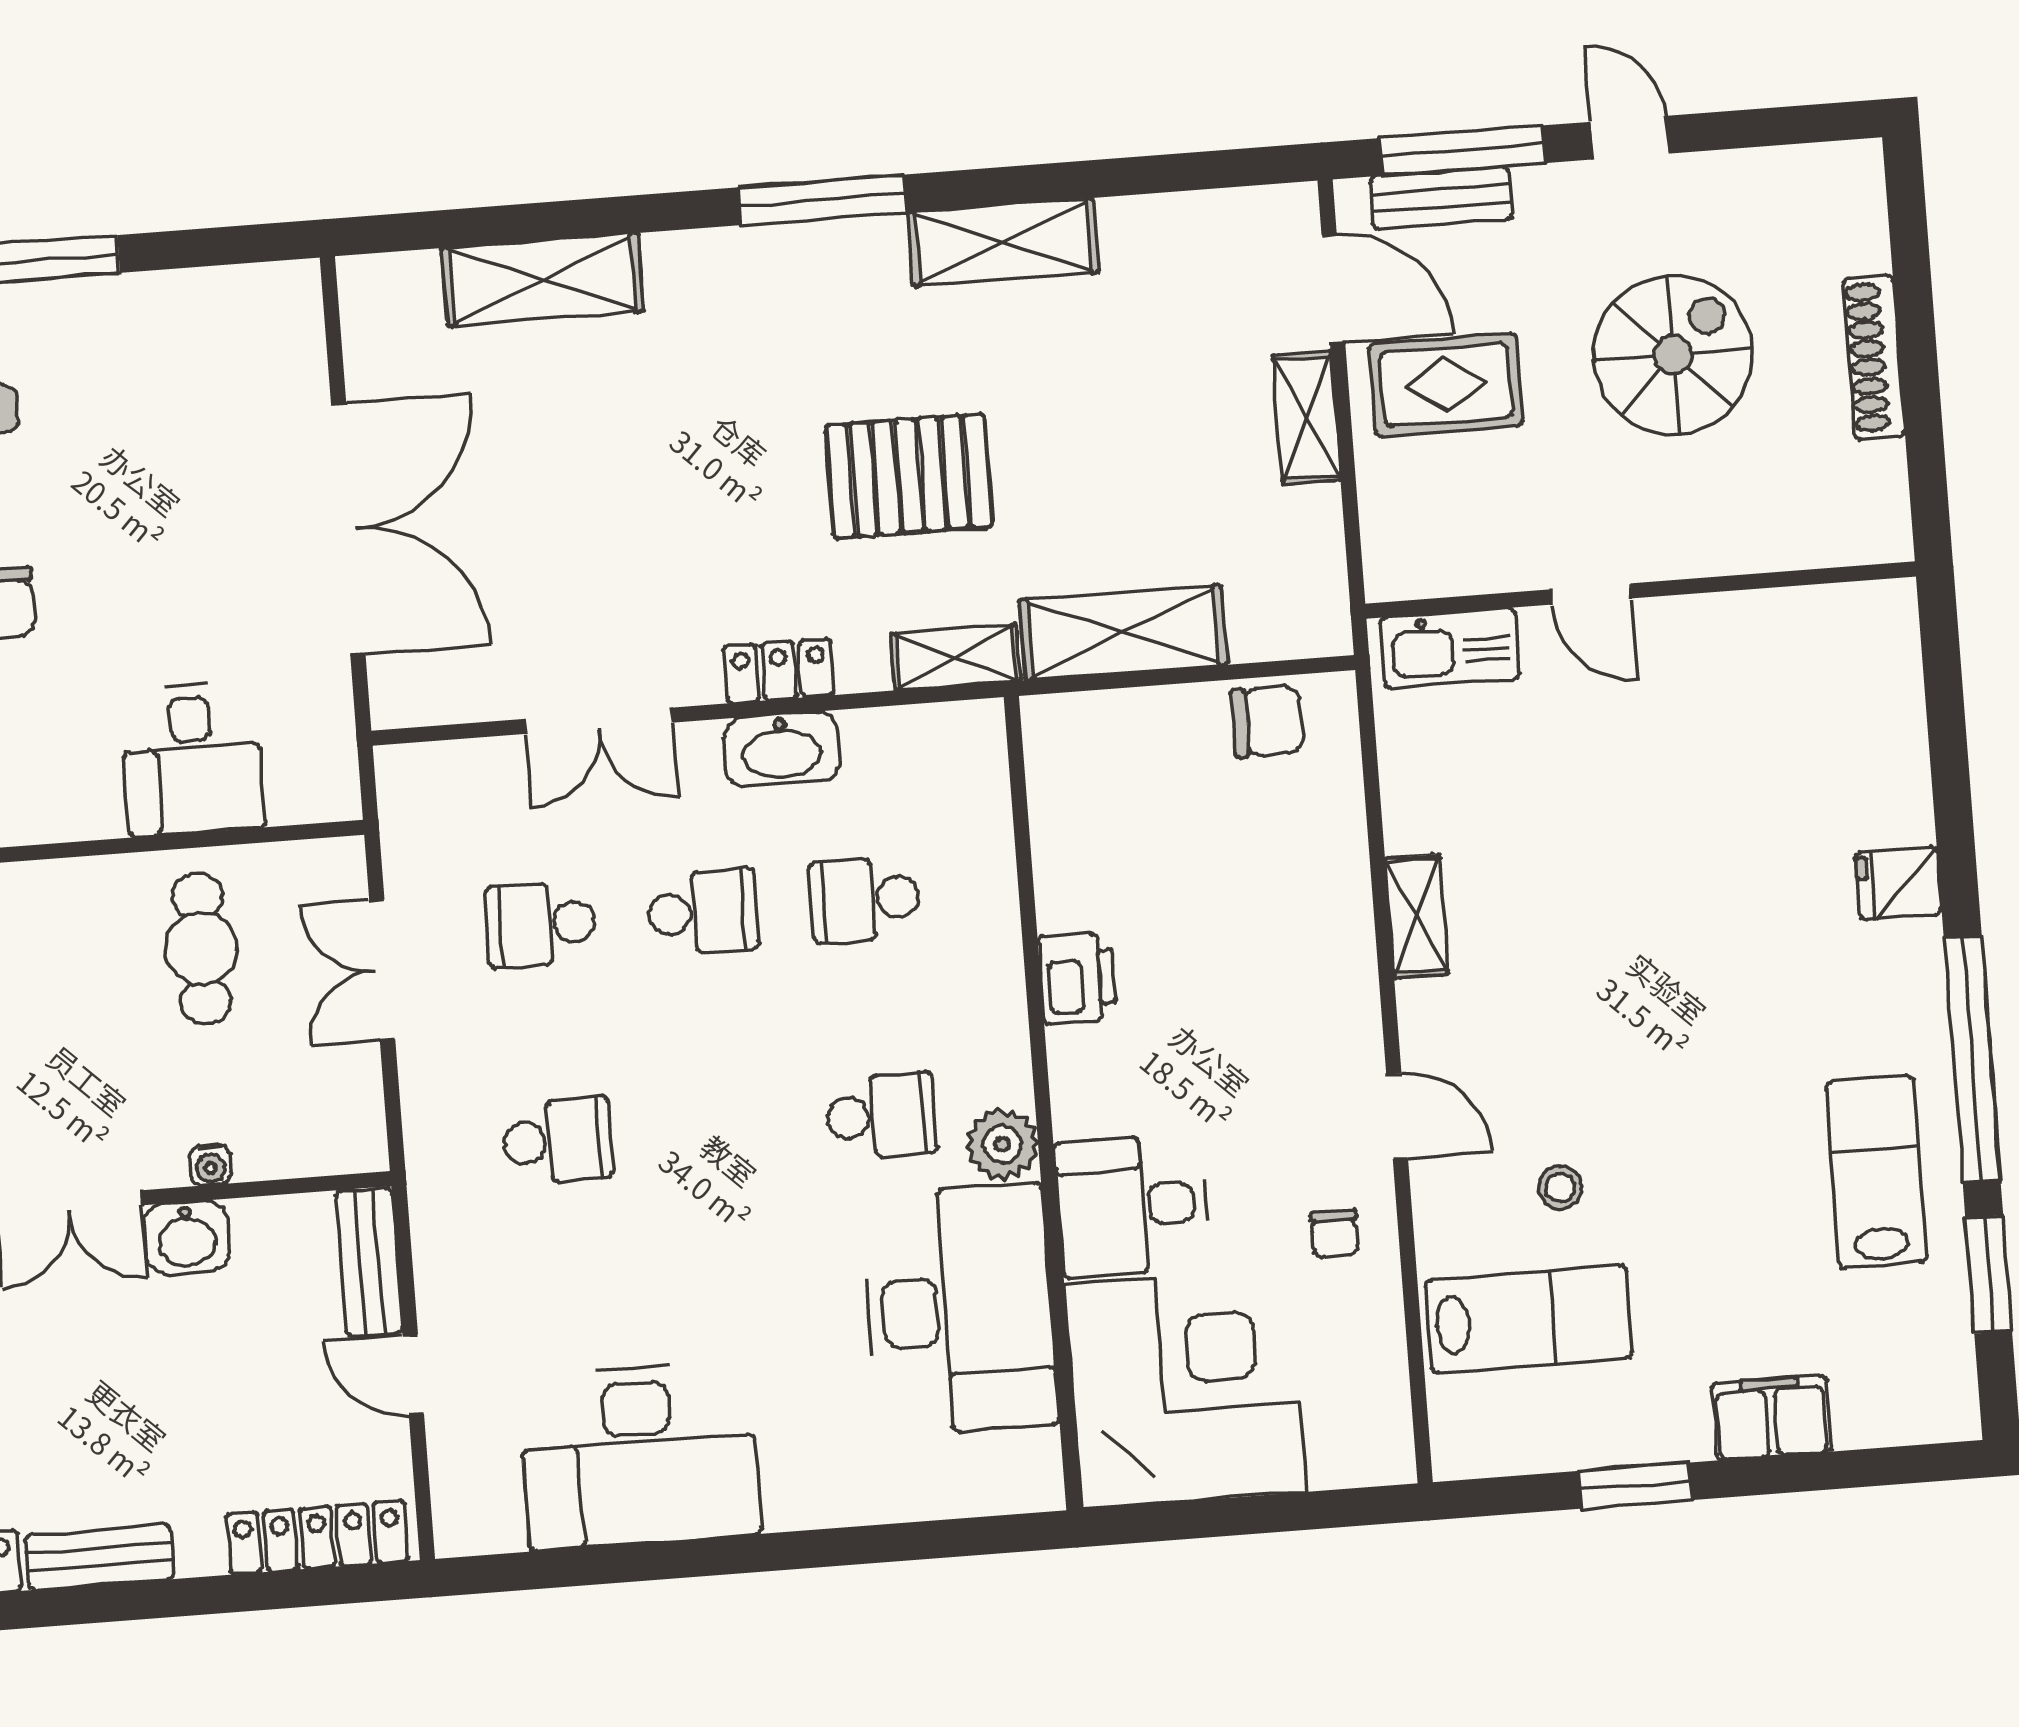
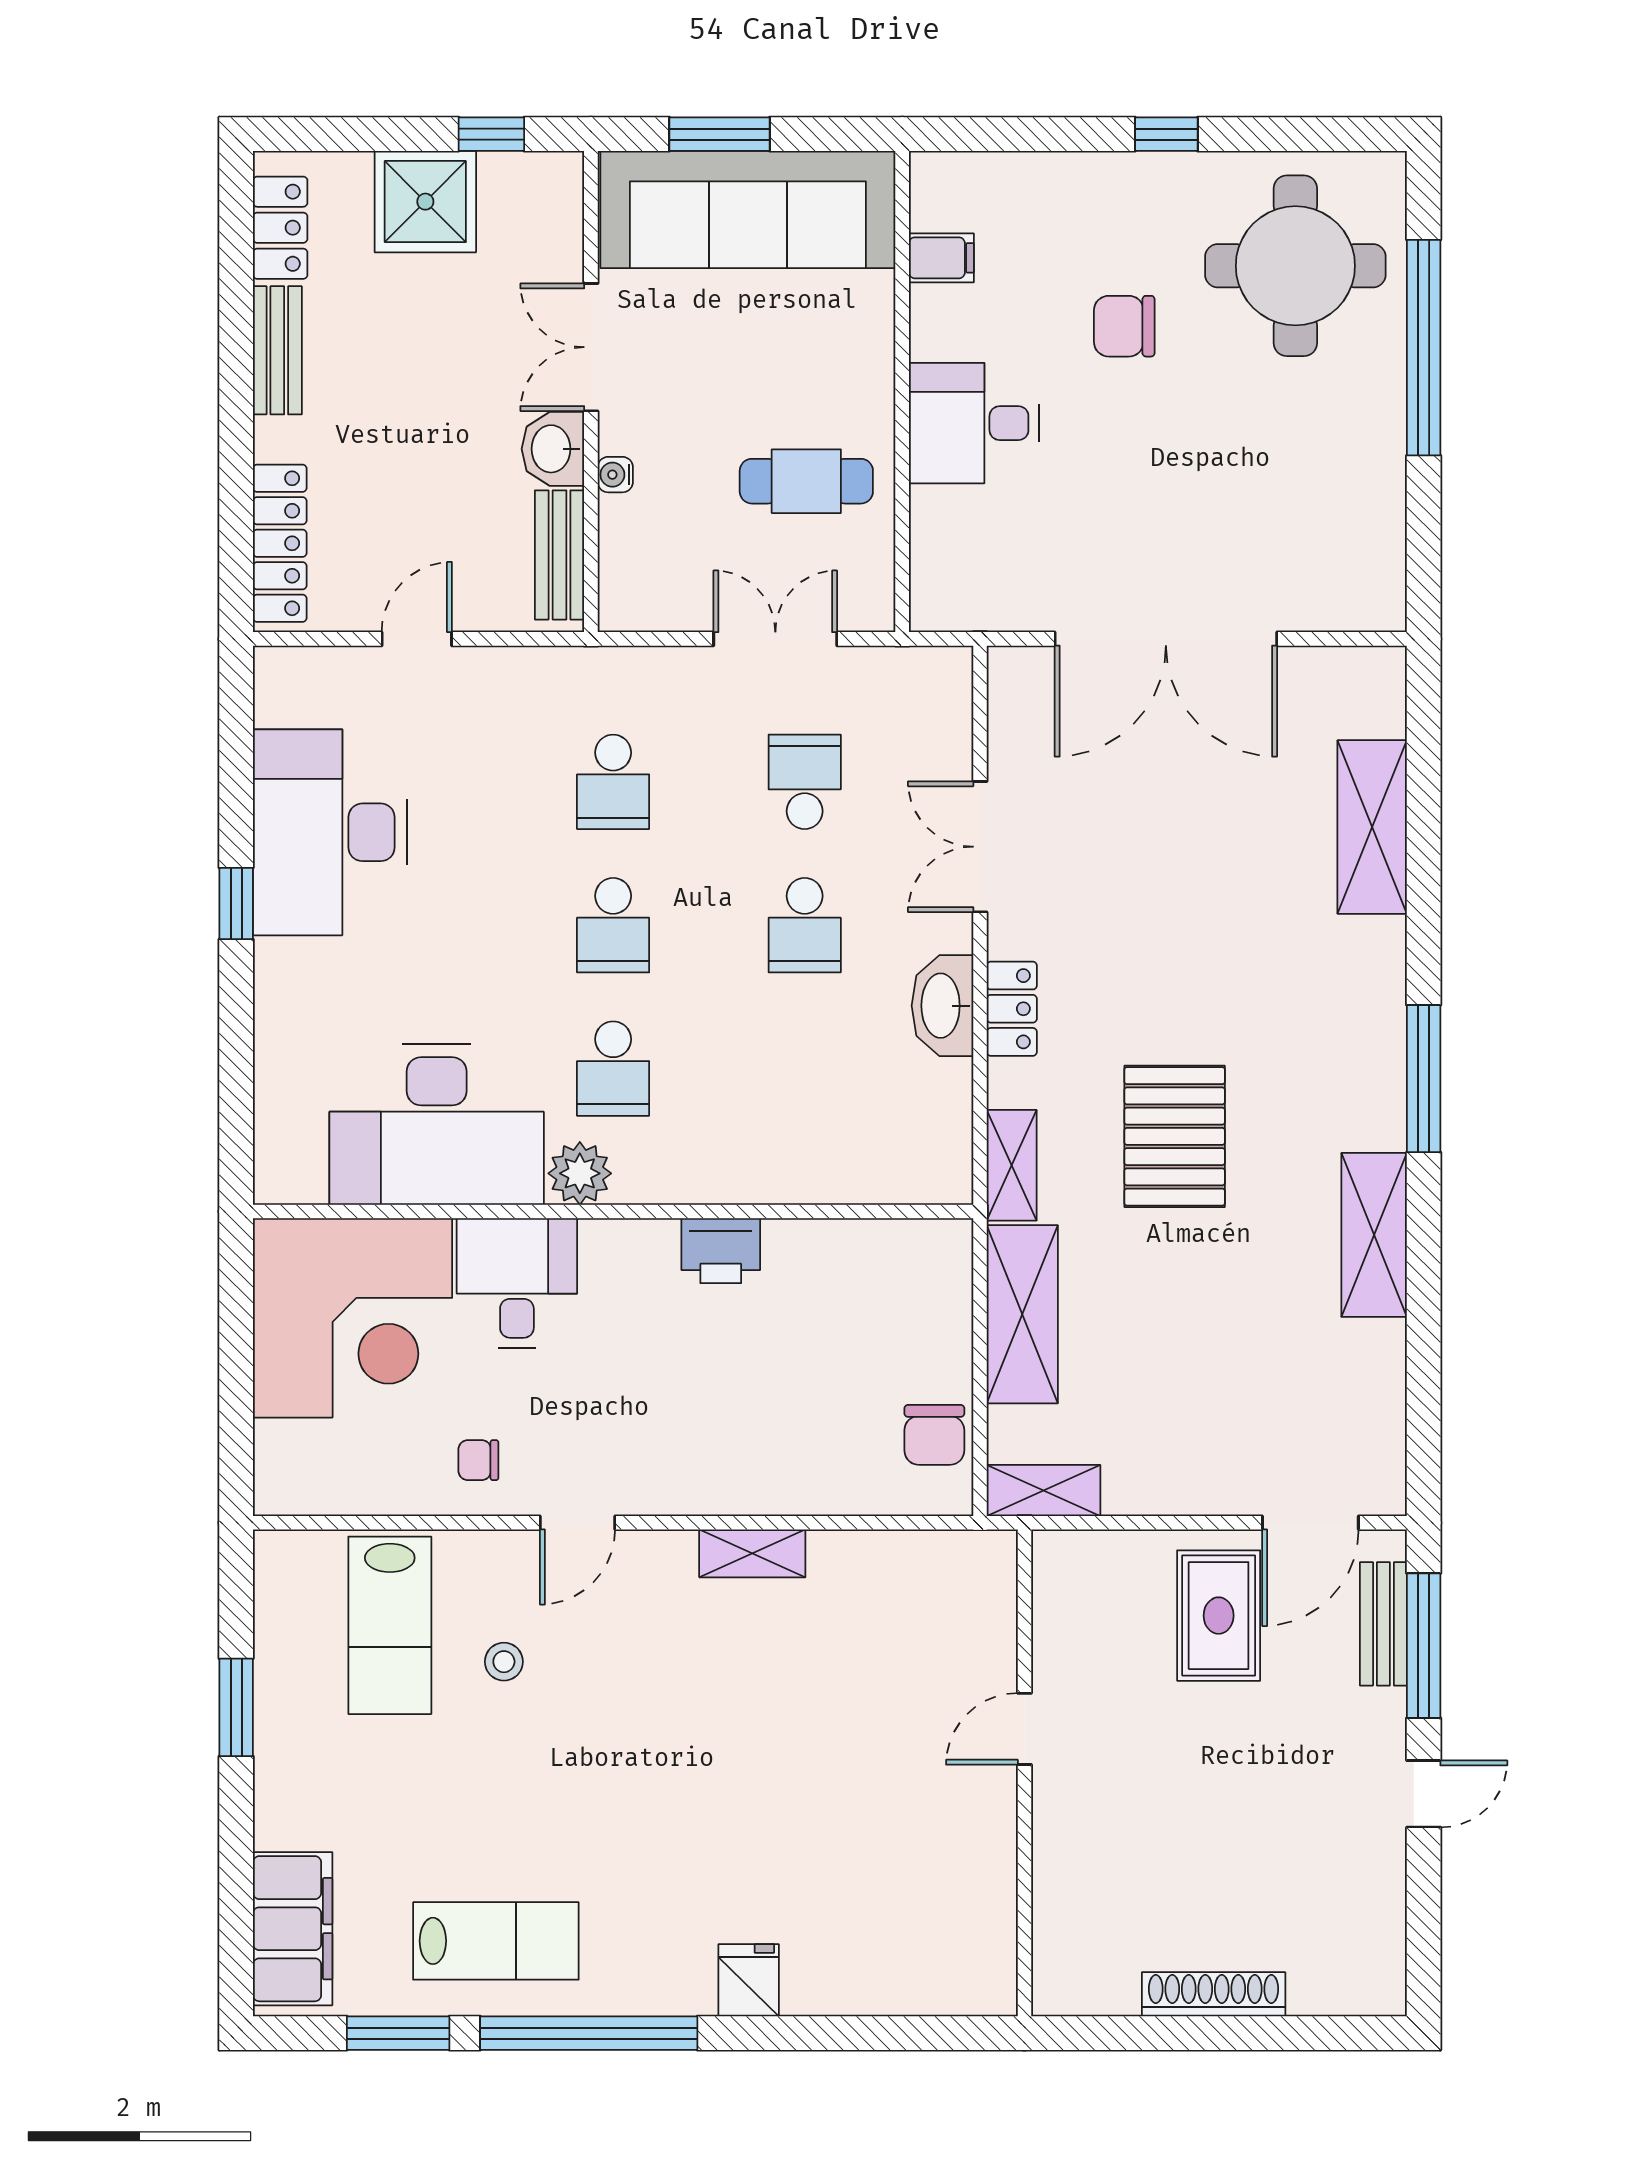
spiral stairs: (1673, 355) -> (1230, 1818), removed
shelving: (1307, 418) -> (1044, 1491), moved
kitchen sink: (1450, 648) -> (986, 1601), removed
desk: (192, 759) -> (974, 423), moved
school desk: (865, 899) -> (613, 925), moved, turned 180
bench: (369, 1262) -> (559, 555), moved, turned 90
filing cabinet: (1771, 1417) -> (293, 1929), moved, width x1.50, depth x1.17
window: (728, 1555) -> (236, 904), added

